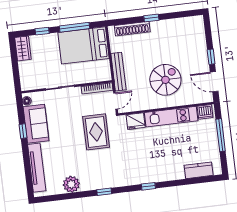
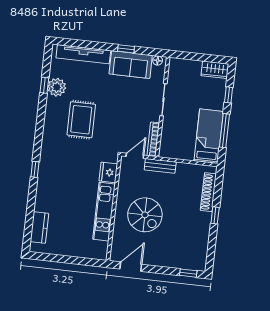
bed: (83, 45) -> (209, 136), width x0.67
window: (211, 57) -> (188, 273), moved
bench: (118, 72) -> (160, 166), width x0.73
door: (115, 101) -> (135, 156), swing flipped
dishwasher: (205, 112) -> (101, 249), removed
rug: (96, 132) -> (81, 120), moved, turned 90
window: (221, 135) -> (72, 260), removed
window: (104, 192) -> (44, 85), moved

